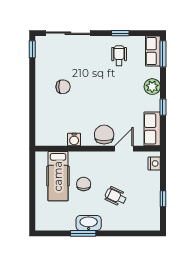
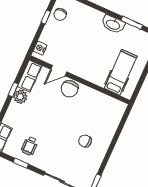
plant: (152, 87) -> (20, 97), moved
water cooler: (74, 139) -> (95, 96), removed
chair: (84, 184) -> (60, 14), moved
wheelchair: (116, 196) -> (82, 36), removed
window: (83, 233) -> (132, 23), moved

